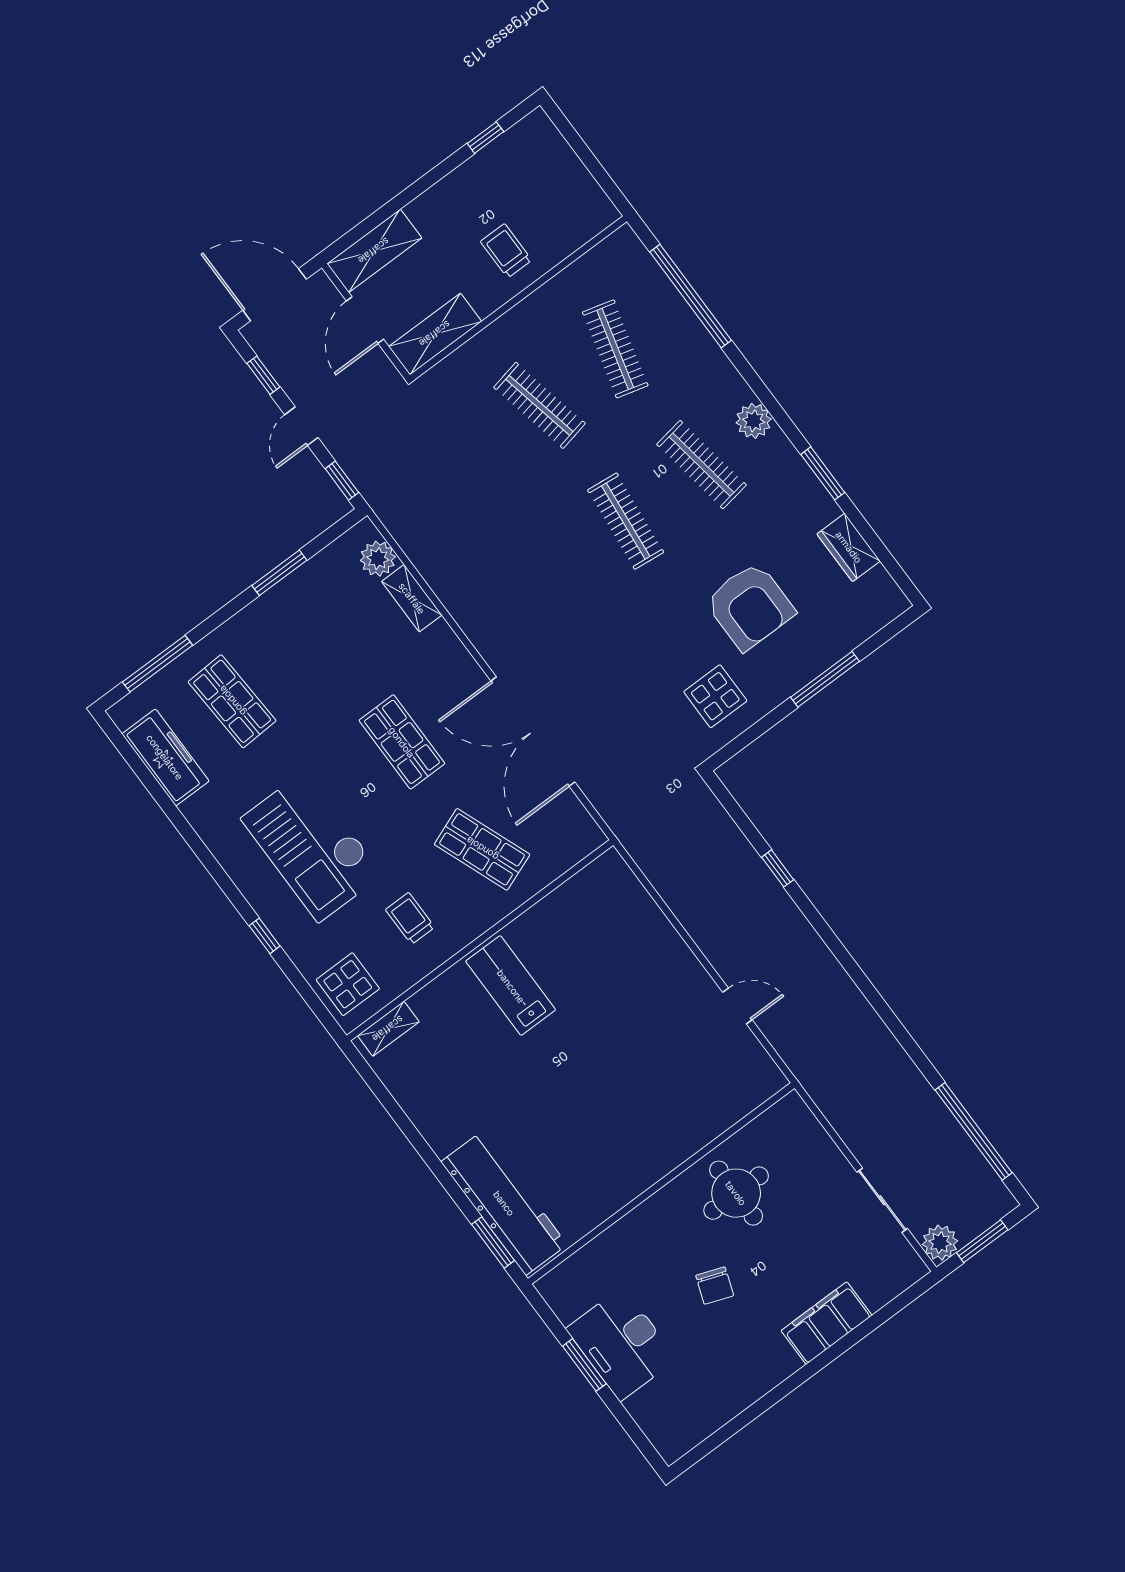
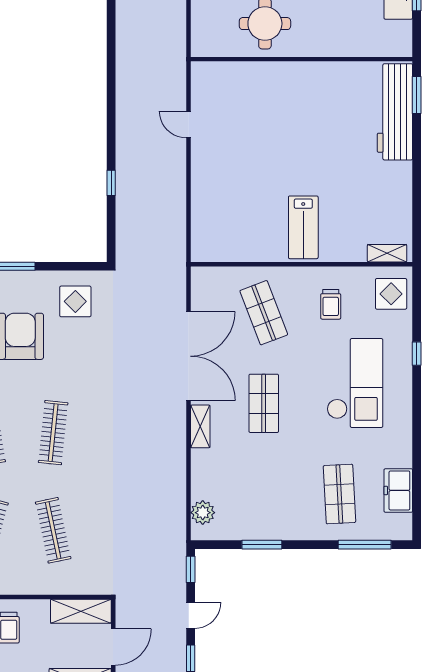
shelving: (412, 598) -> (200, 426), moved
freezer: (165, 757) -> (398, 490), width x0.71

